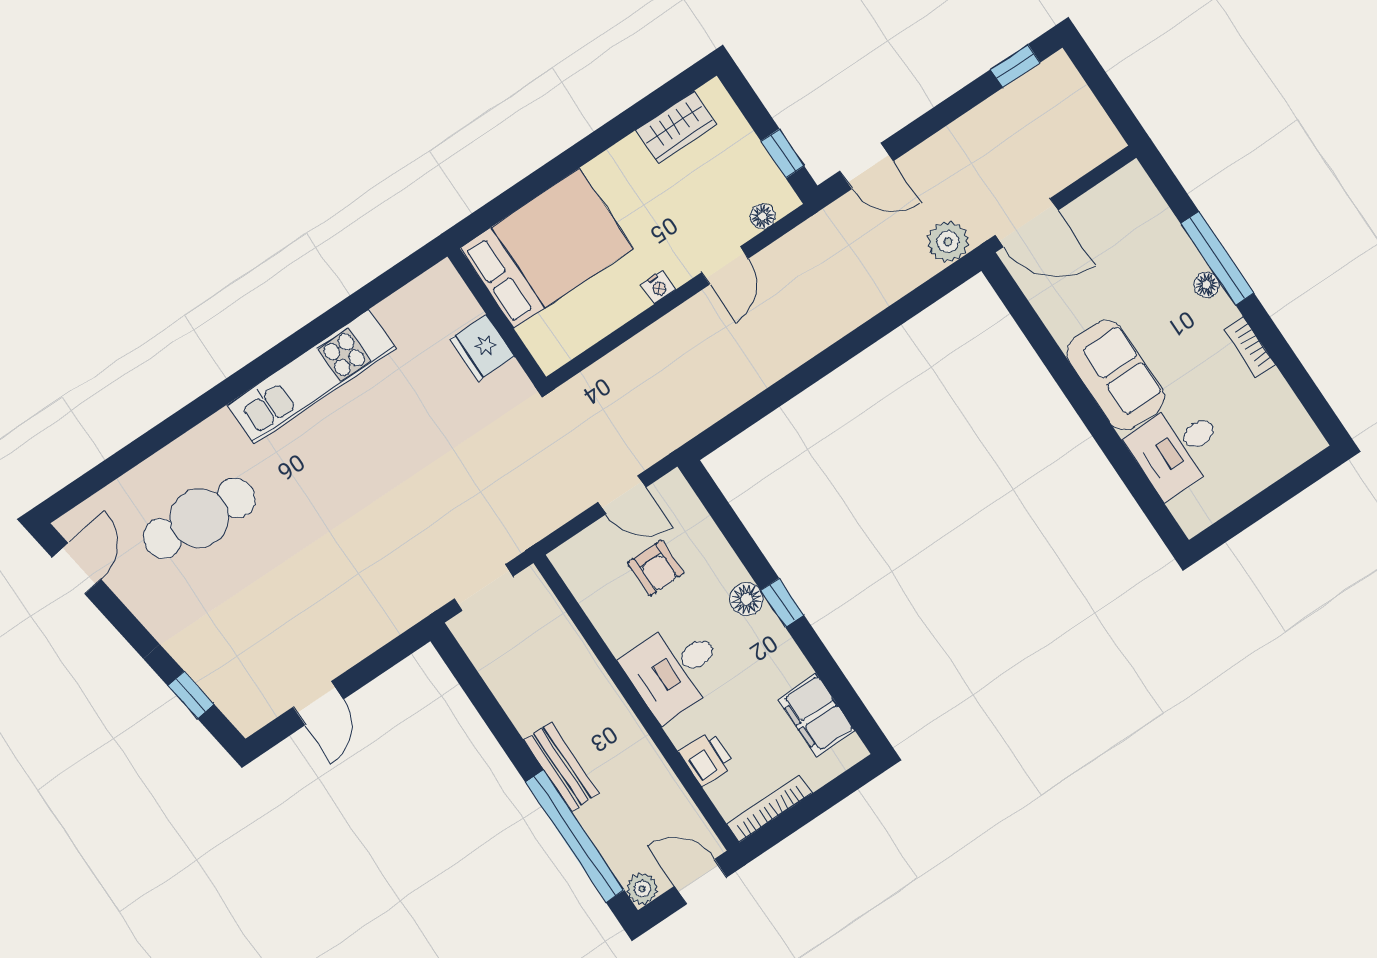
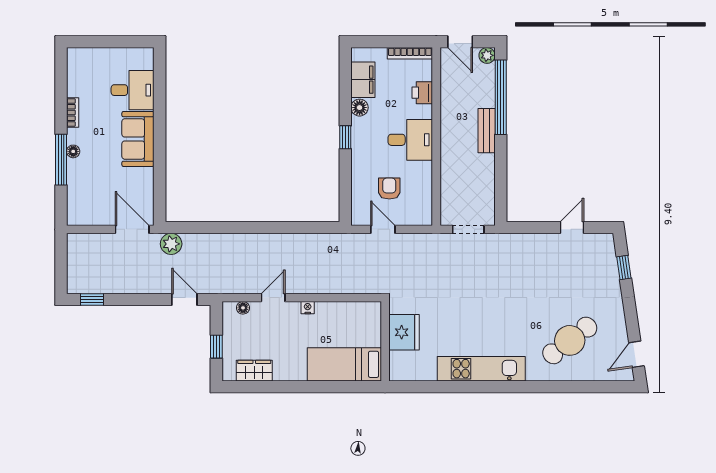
window: (783, 153) -> (216, 347), moved
bed: (547, 248) -> (344, 364), width x0.67
fridge: (482, 348) -> (404, 332), width x1.36, depth x1.34
cafe table: (199, 518) -> (570, 340), turned -43
floor lamp: (747, 599) -> (360, 108), moved

